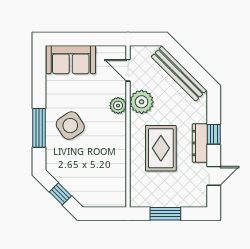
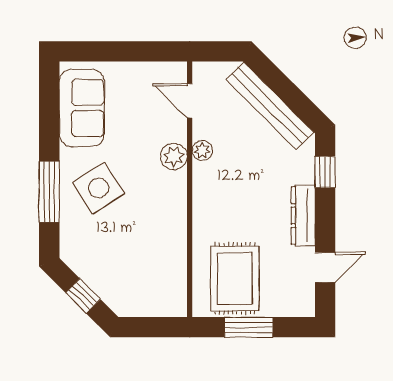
sofa: (71, 60) -> (82, 108), moved, turned -90
plant: (142, 102) -> (202, 151), width x0.53, depth x0.53
window: (214, 134) -> (325, 172), moved
rug: (161, 148) -> (235, 278), moved

